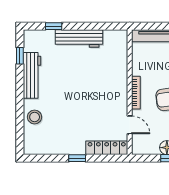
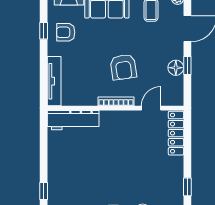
workbench: (79, 38) -> (73, 120), moved, turned 90
window: (77, 158) -> (187, 187), moved

